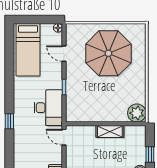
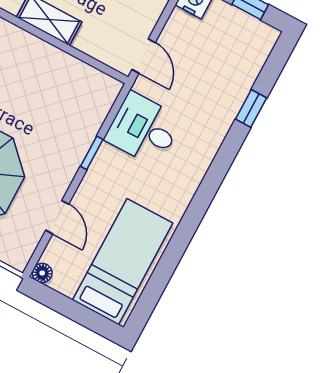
desk: (48, 108) -> (143, 129), width x0.73
window: (9, 121) -> (251, 109), moved

